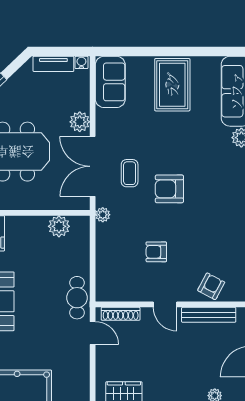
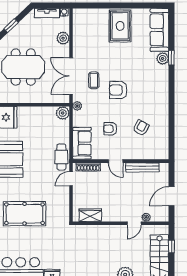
sofa: (110, 82) -> (82, 143), moved
plant: (80, 122) -> (63, 38), moved
plant: (59, 226) -> (63, 113), moved
armchair: (211, 286) -> (141, 128), moved
door: (93, 333) -> (71, 179), swing flipped

